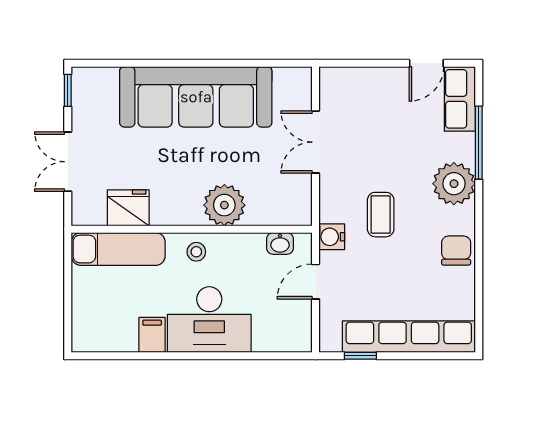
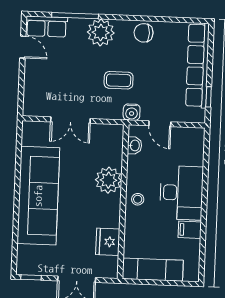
exam couch: (118, 249) -> (153, 270), moved, turned -90

